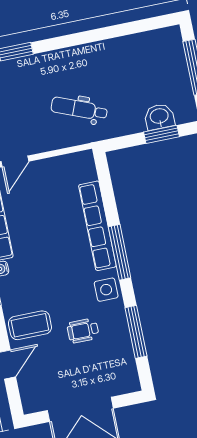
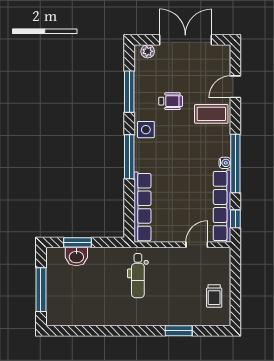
dental chair: (79, 109) -> (138, 276), turned 68
row of seats: (97, 226) -> (142, 207), moved
plant: (124, 386) -> (148, 51), added

